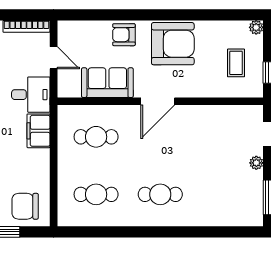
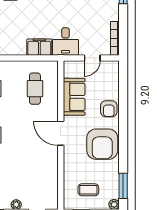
window: (230, 15) -> (123, 186), added
armchair: (124, 35) -> (109, 109), turned 180

